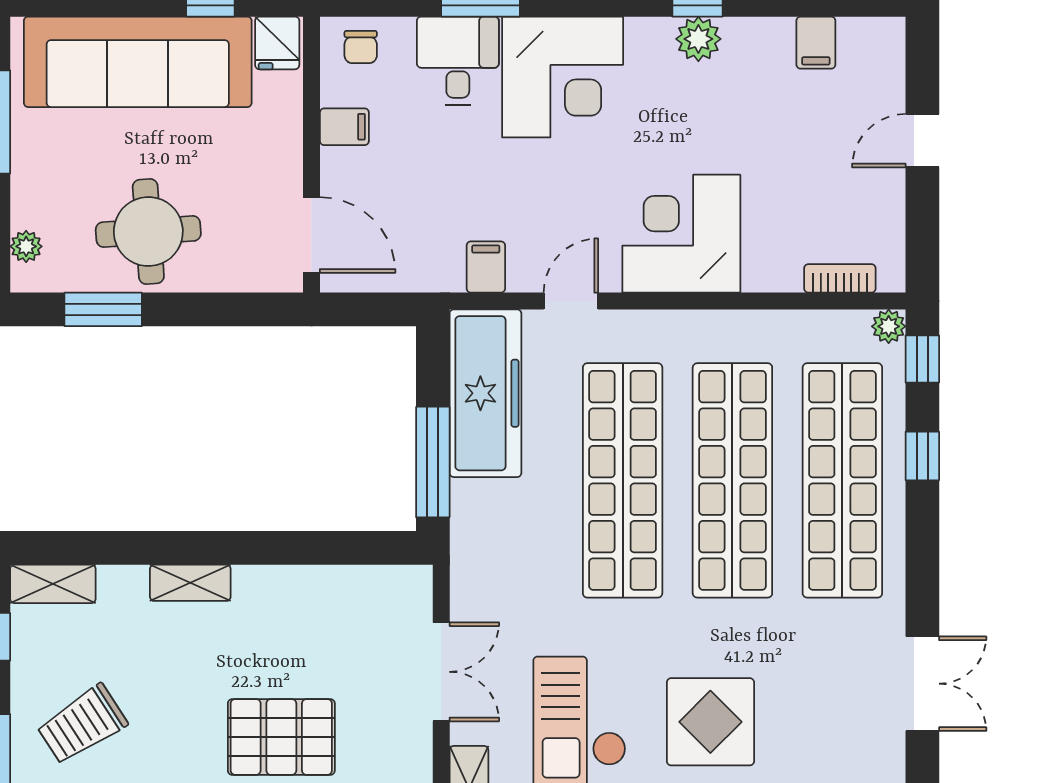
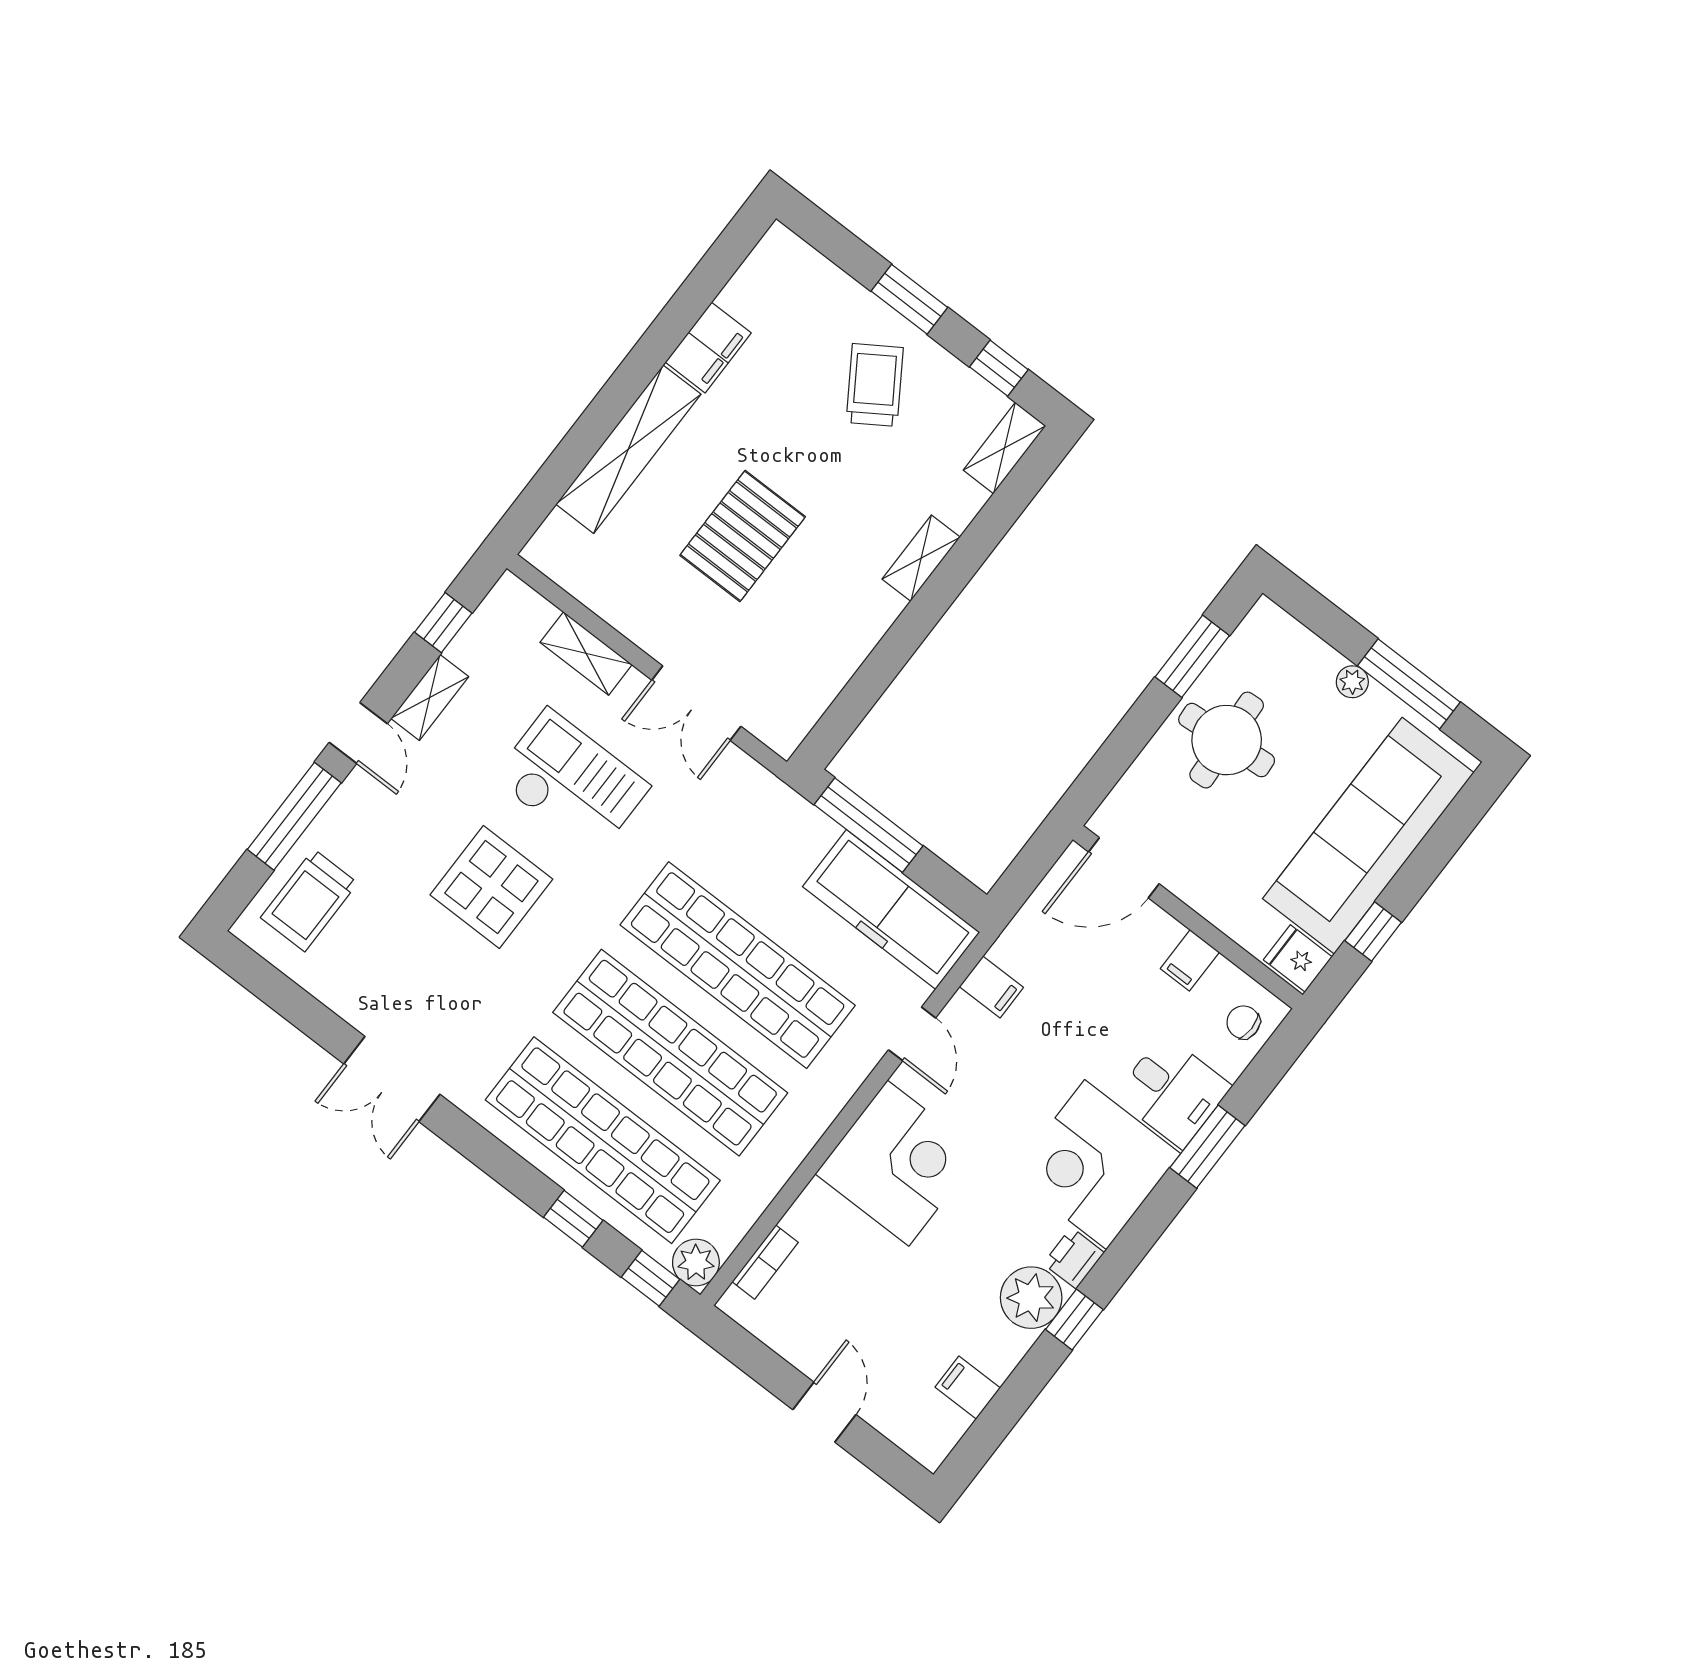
printer: (649, 38) -> (1074, 1258), added
plant: (698, 39) -> (1031, 1298), width x1.36, depth x1.36
plant: (26, 246) -> (1352, 682), moved
plant: (889, 326) -> (696, 1262), width x1.38, depth x1.38

